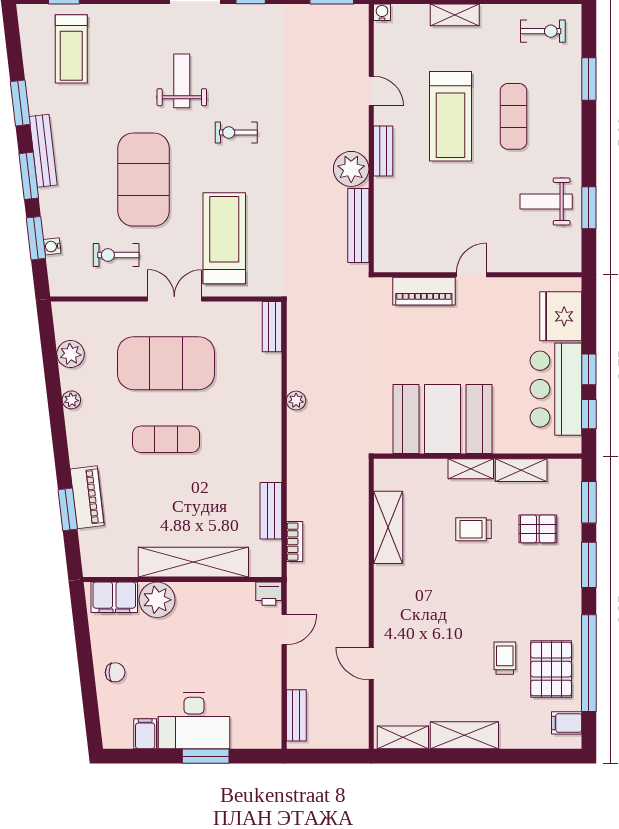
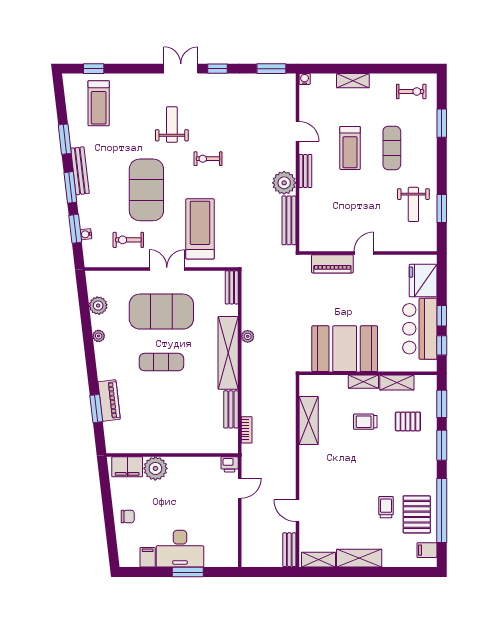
treadmill: (451, 116) -> (350, 148), width x0.73, depth x0.73
weight bench: (546, 201) -> (413, 204), turned -90
shelving: (193, 562) -> (228, 353), moved, turned 90
bench: (296, 715) -> (289, 550), moved

